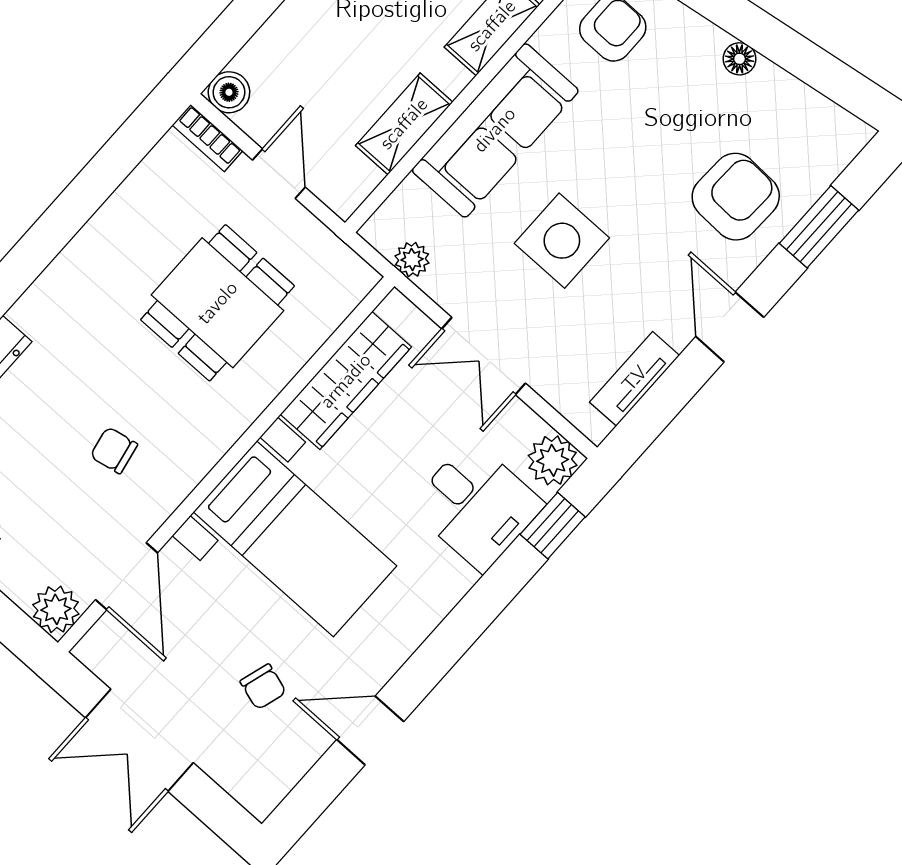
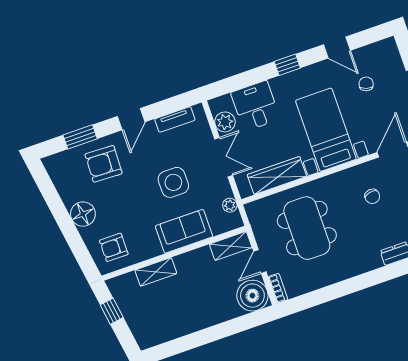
floor lamp: (740, 59) -> (83, 214), width x1.89, depth x1.89
boiler: (229, 92) -> (252, 296), width x1.86, depth x1.86
shelving: (404, 124) -> (231, 246), moved
sofa: (495, 130) -> (184, 231), width x0.73
dining table: (218, 303) -> (307, 228), width x1.38
plant: (553, 460) -> (225, 122), moved
window: (553, 526) -> (287, 65), moved

